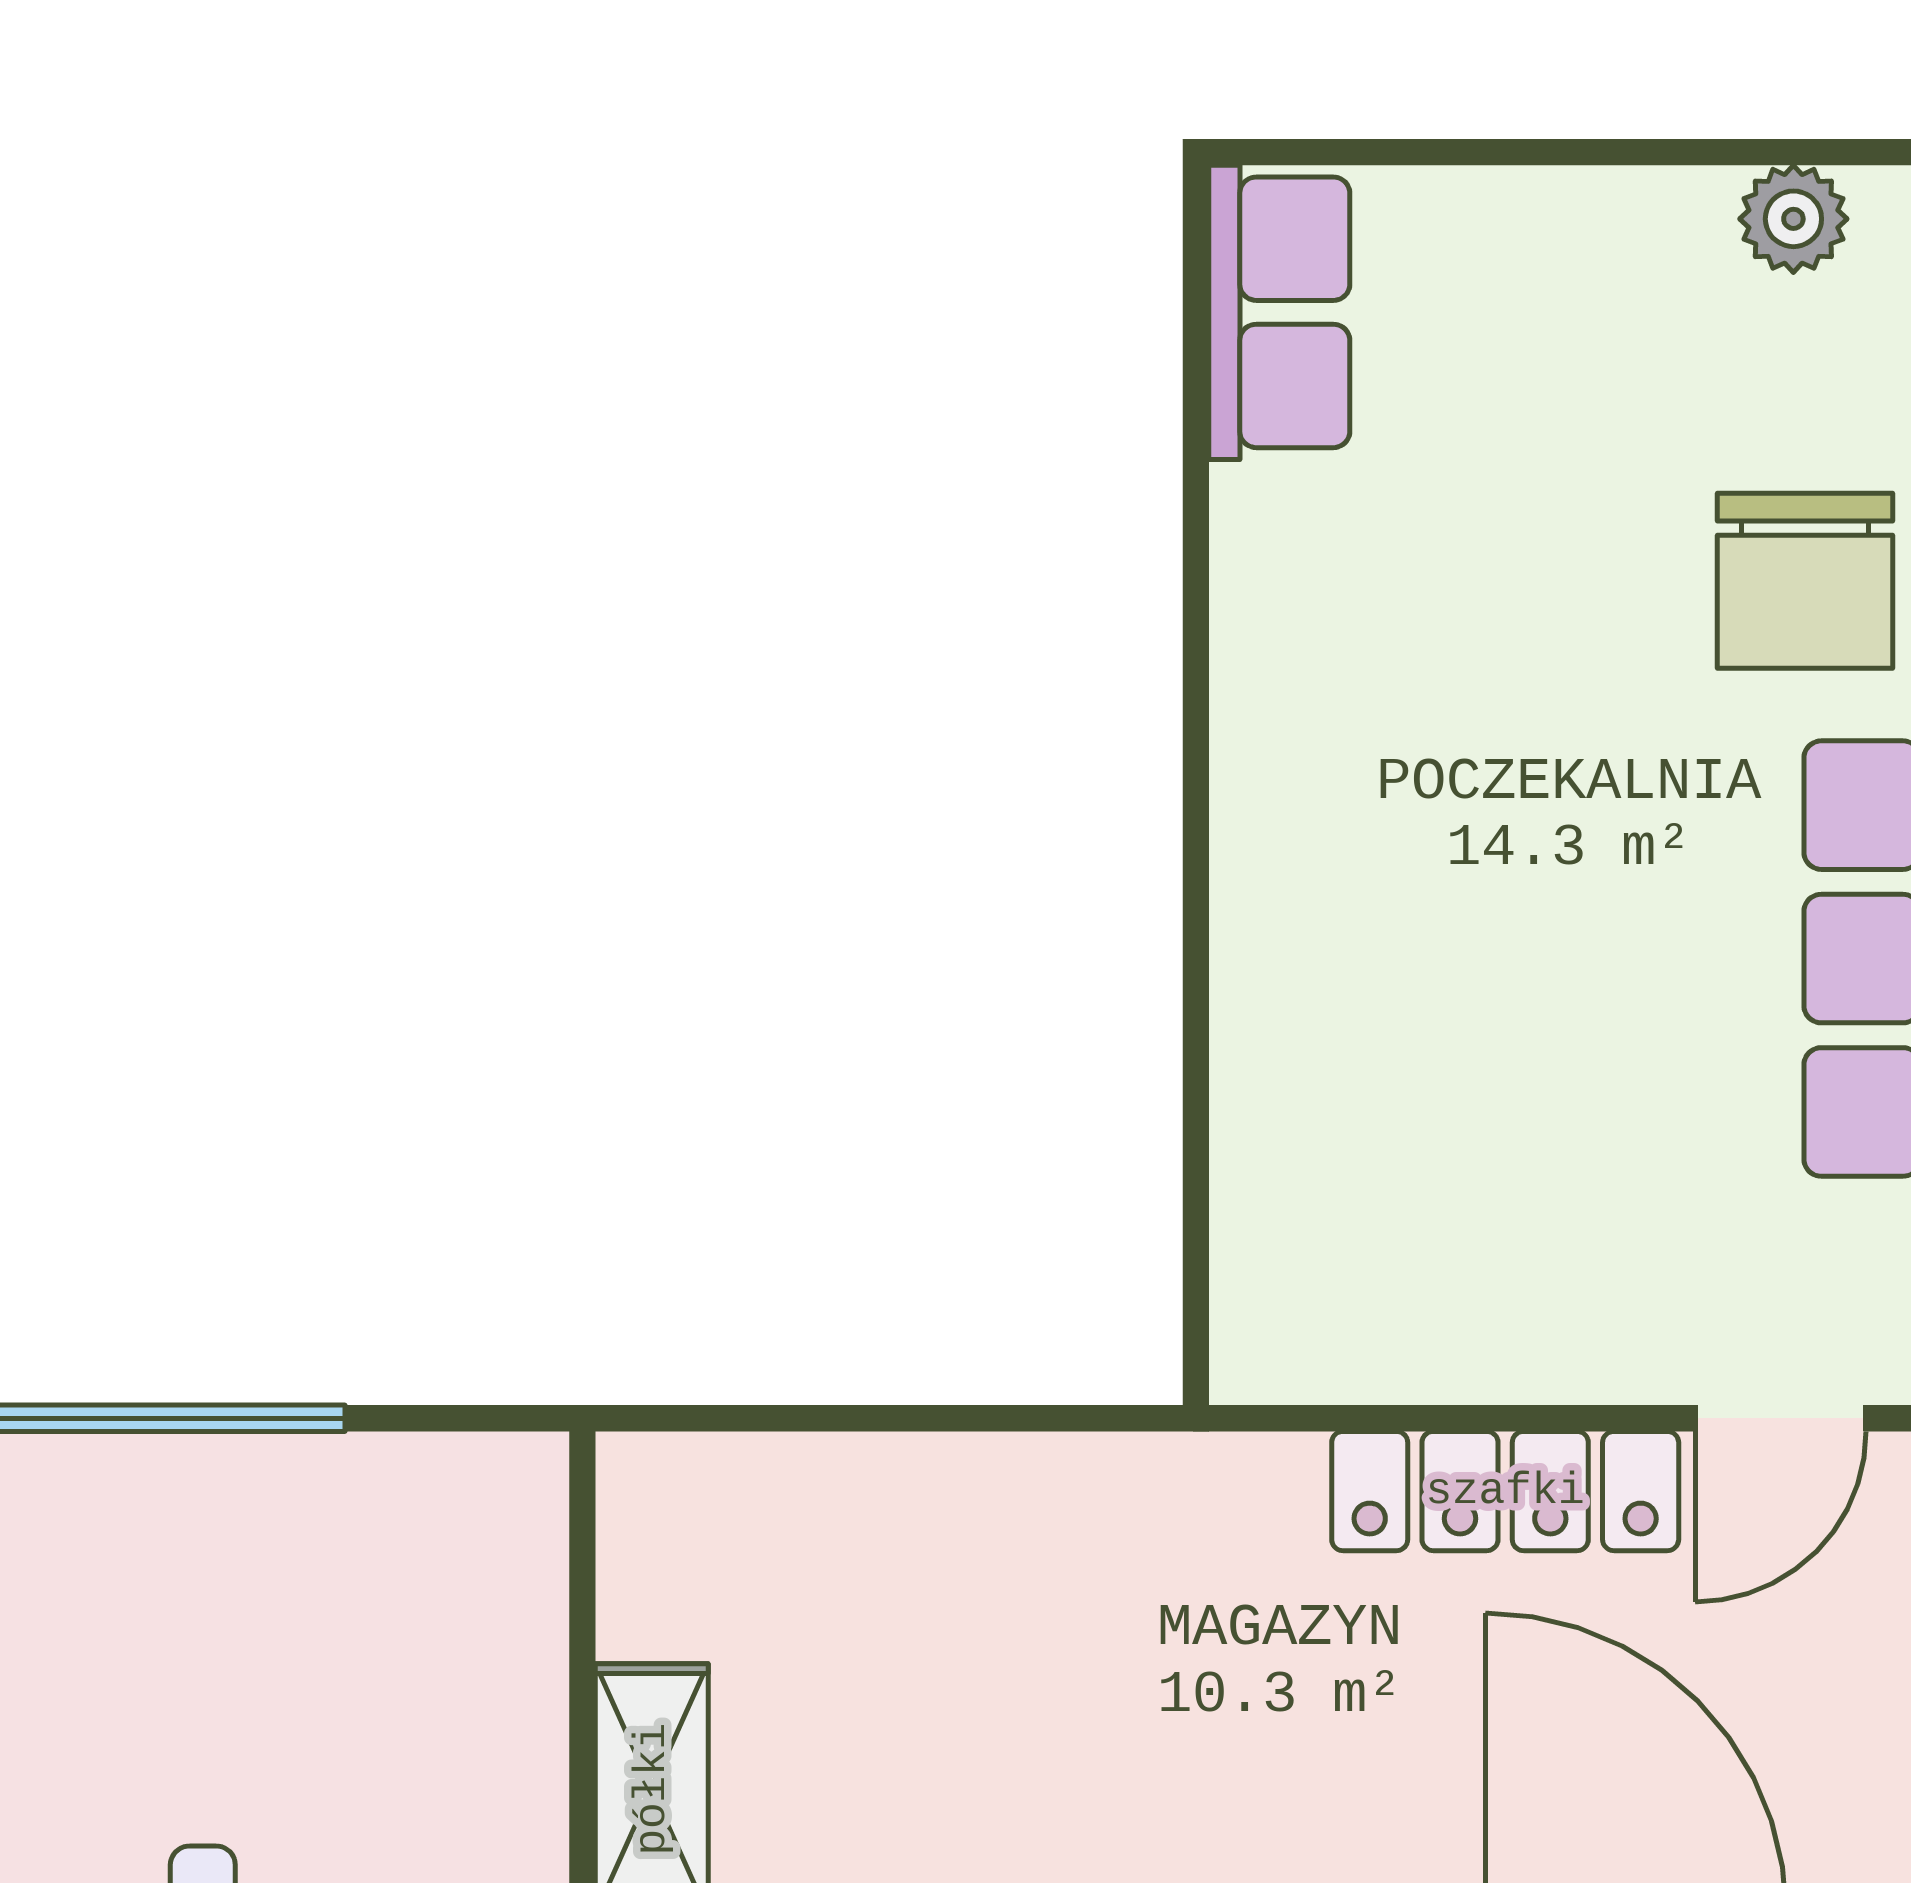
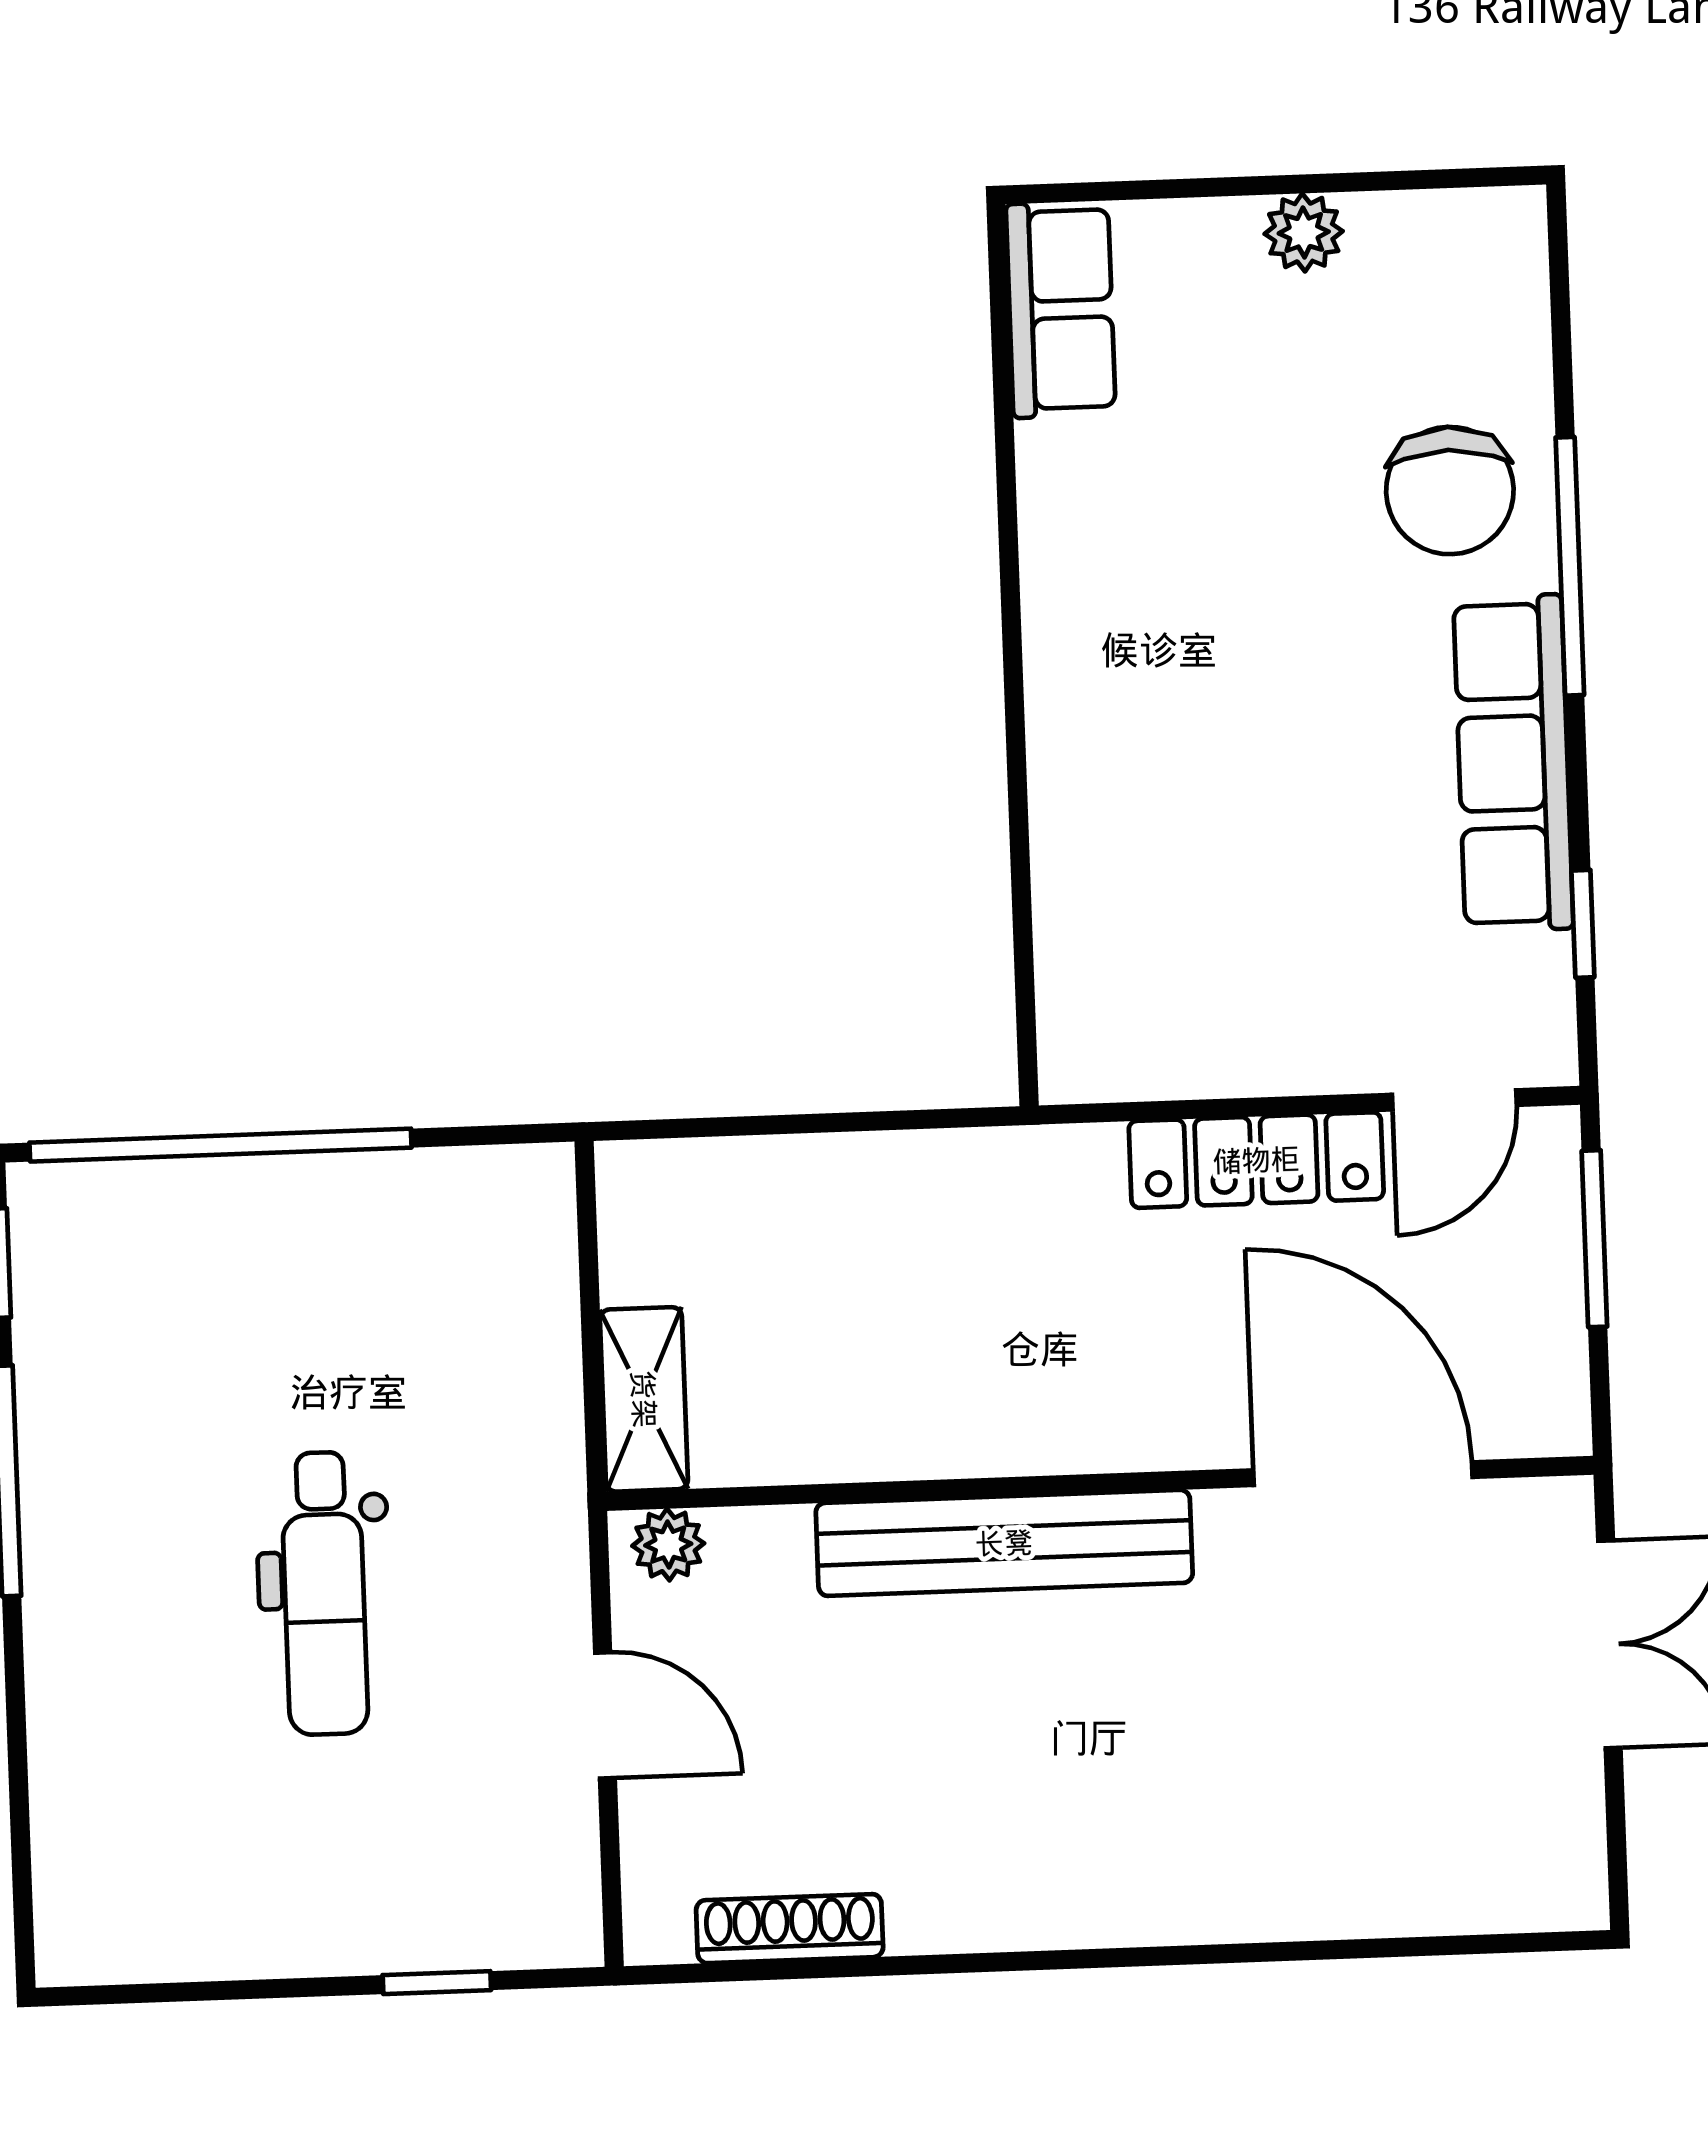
plant: (1793, 219) -> (1304, 232), moved

